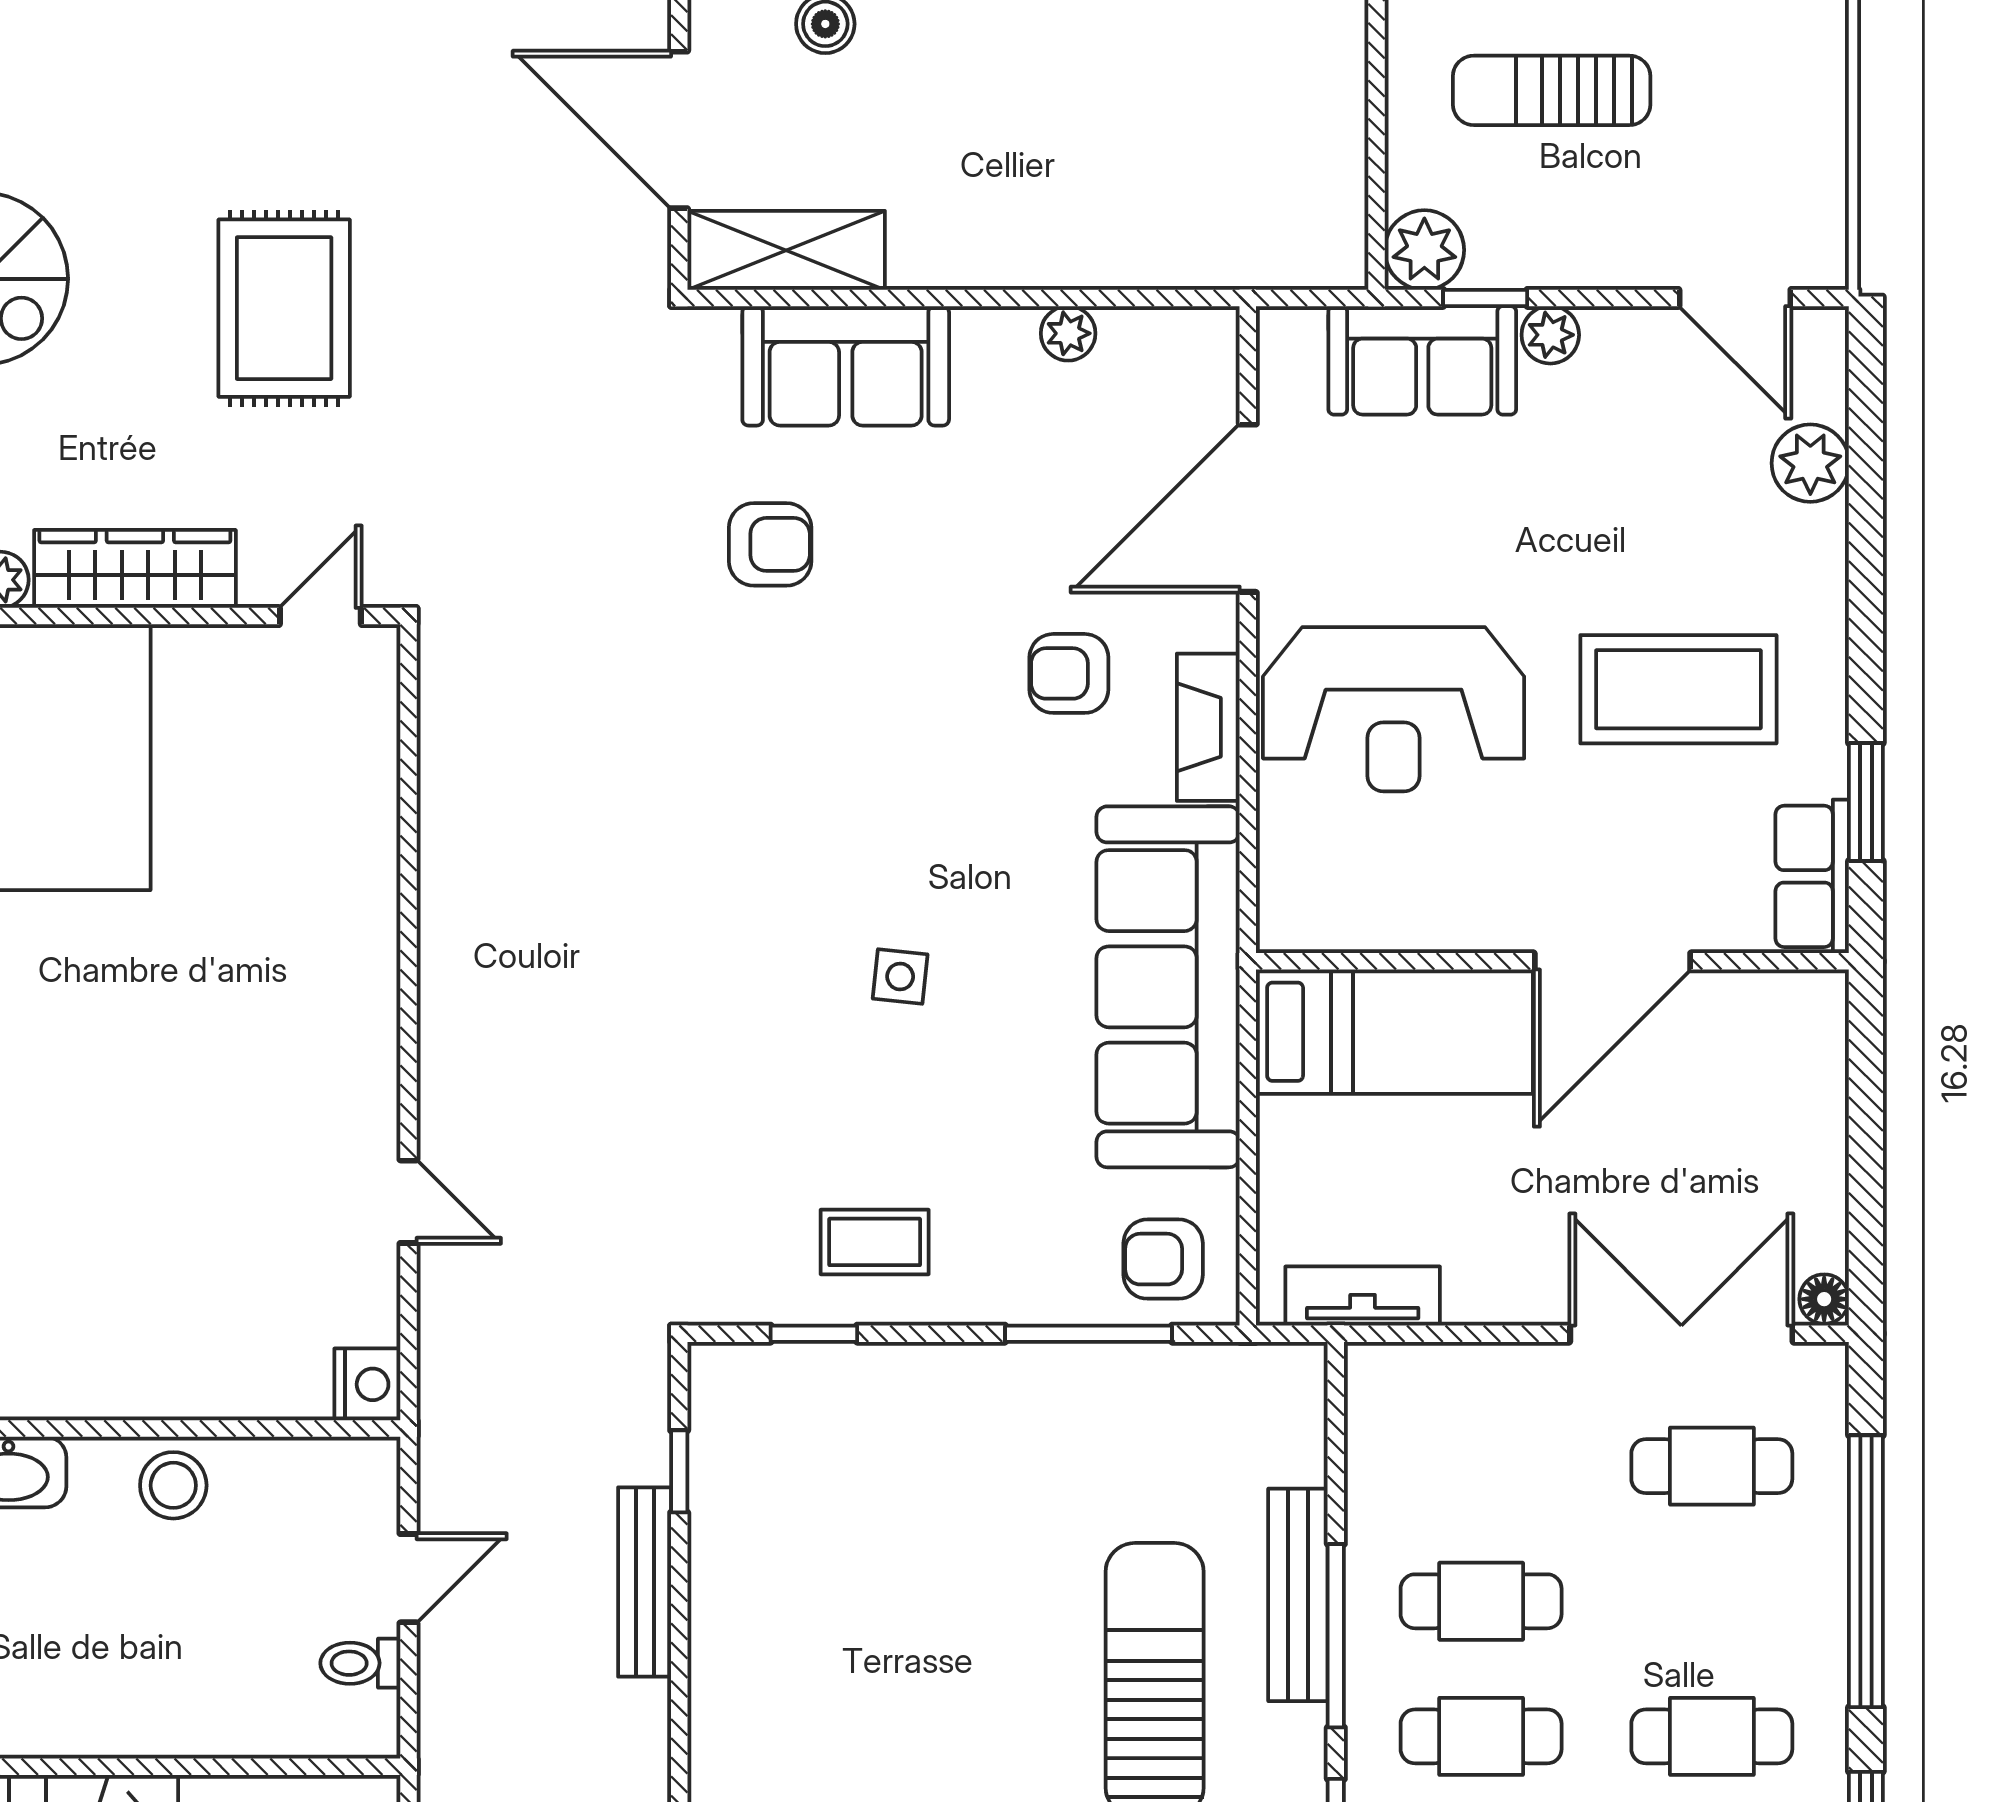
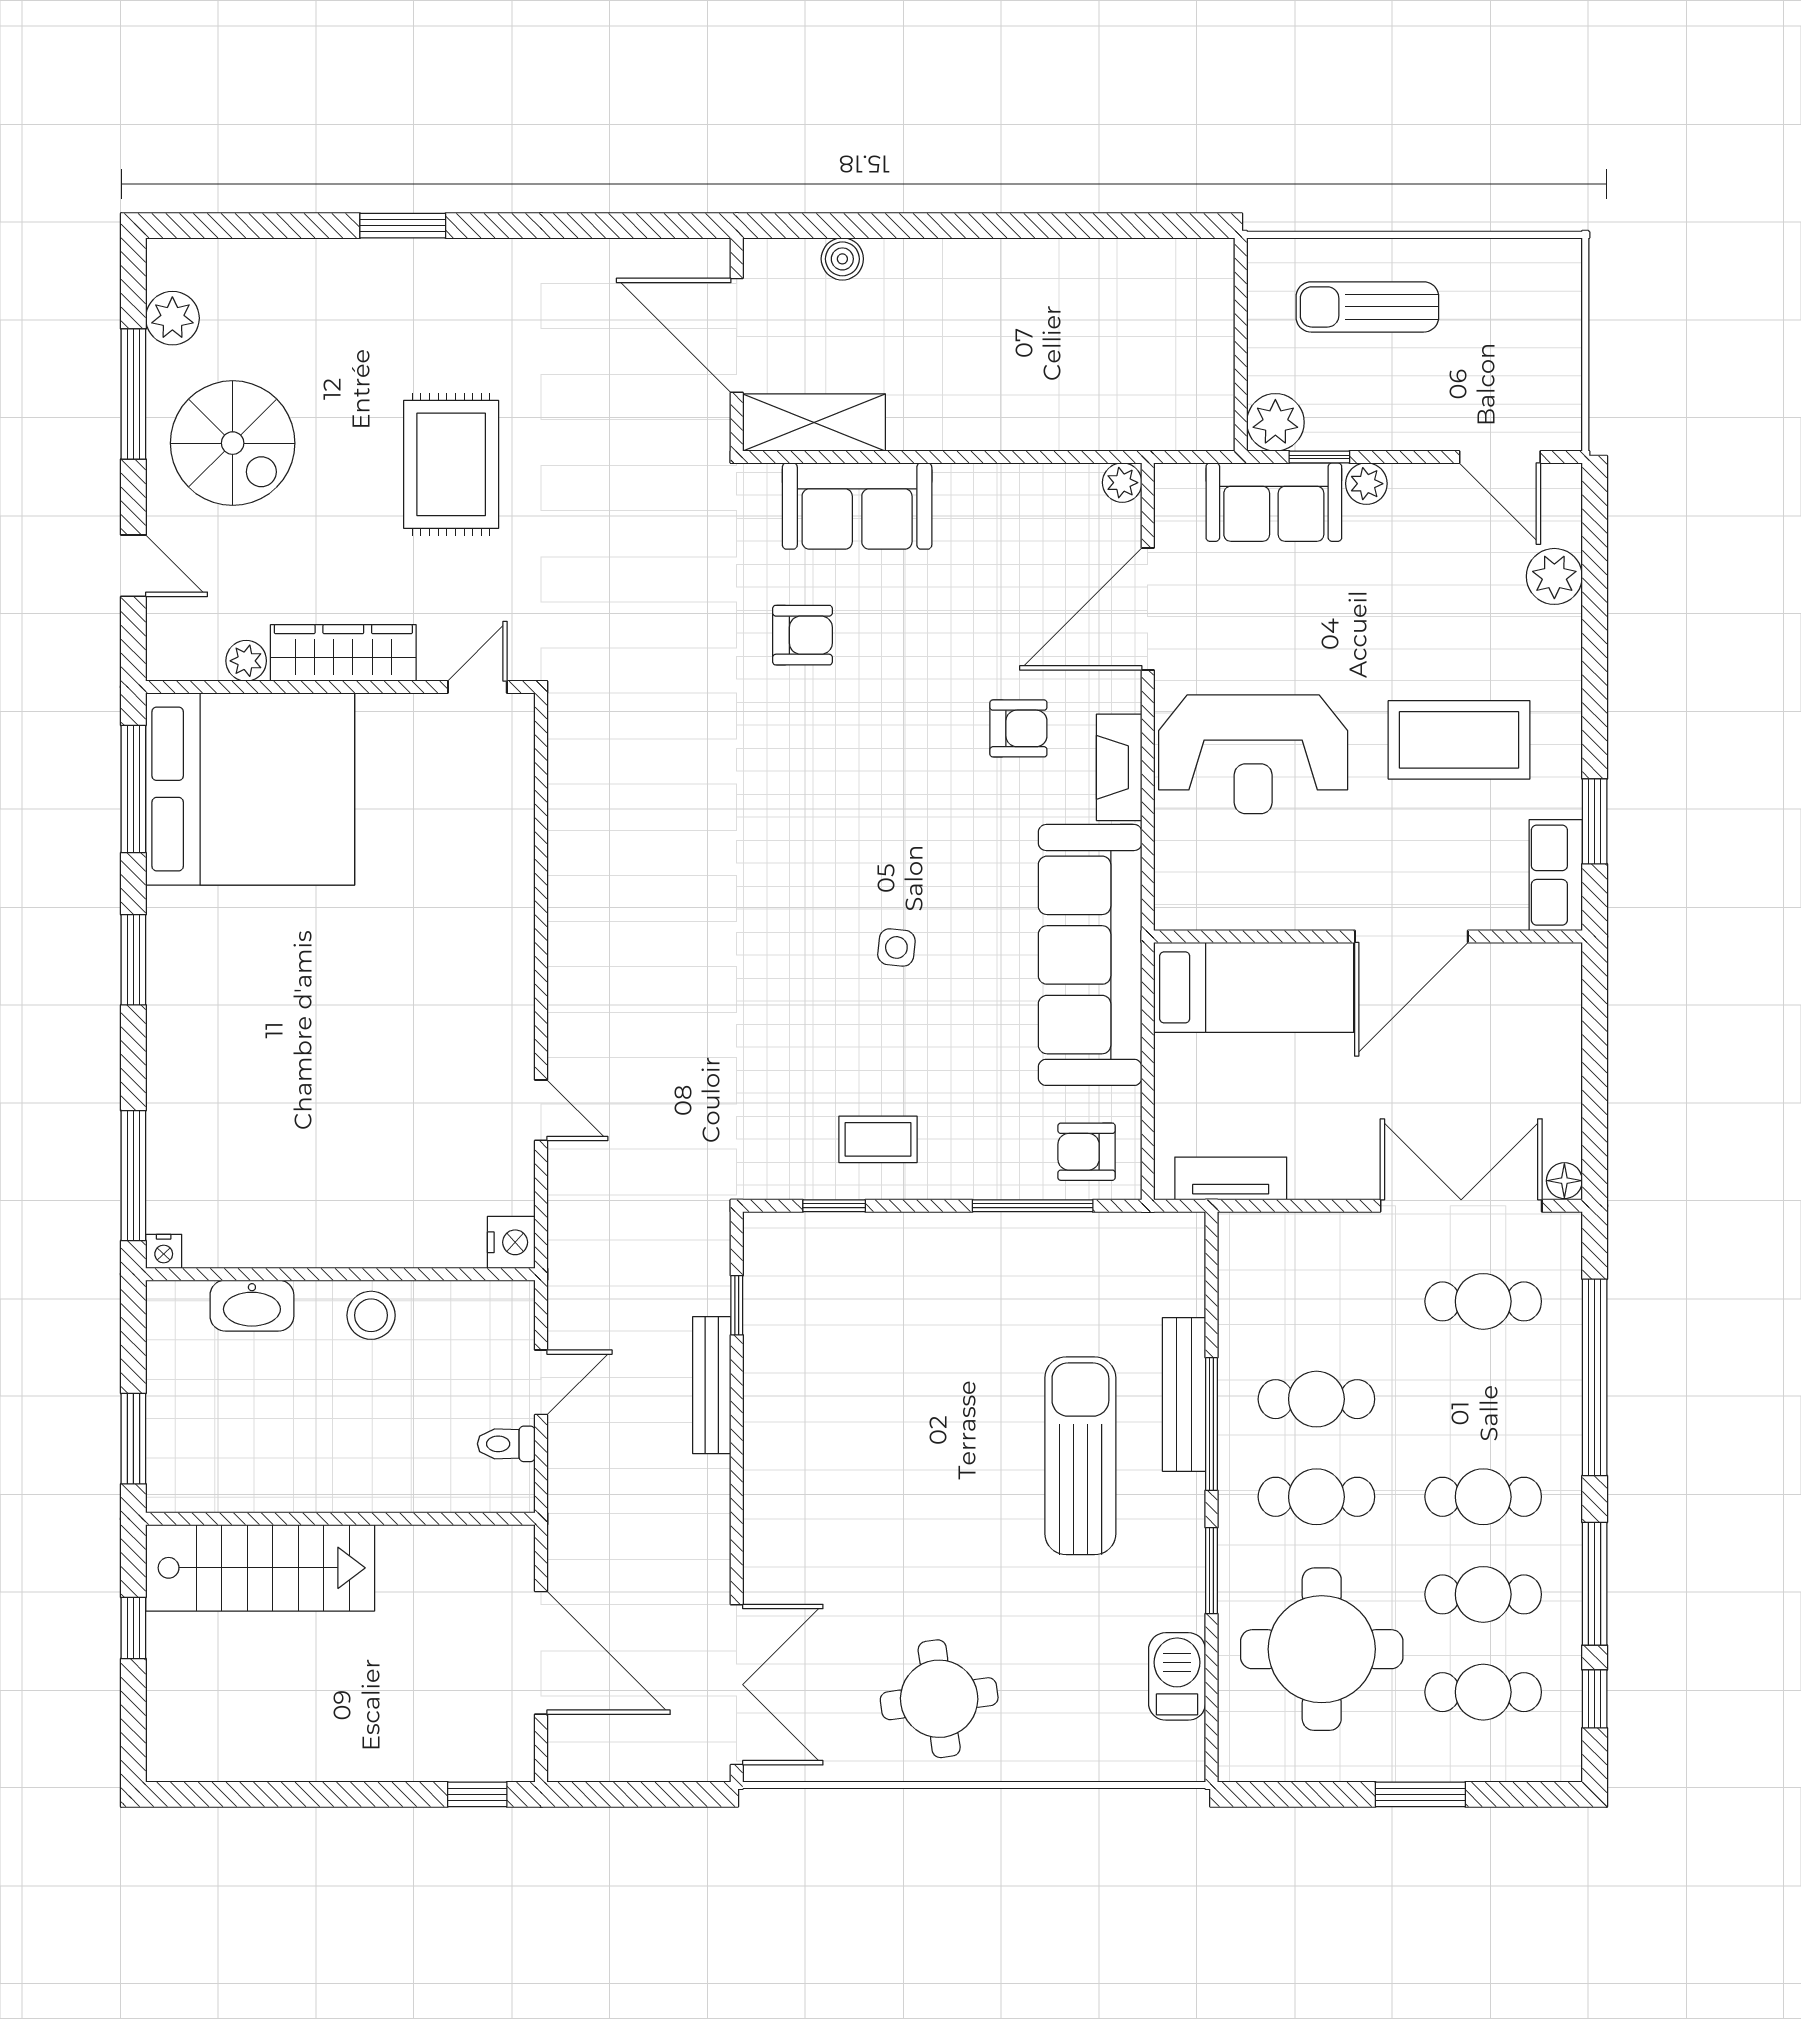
plant: (1068, 333) -> (1122, 483), moved
armchair: (1069, 673) -> (1018, 728), turned 180

